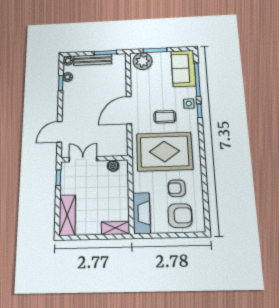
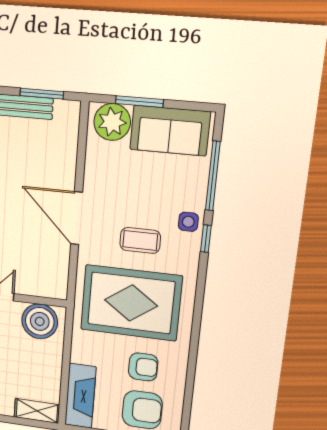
sofa: (183, 68) -> (170, 131), moved, turned -90
door: (129, 110) -> (77, 218), hinge flipped
boiler: (113, 166) -> (40, 321), width x1.86, depth x1.86
armchair: (177, 188) -> (143, 367), turned 180

